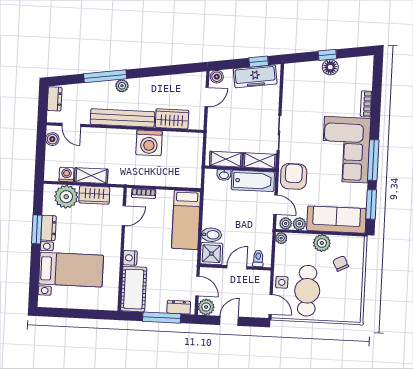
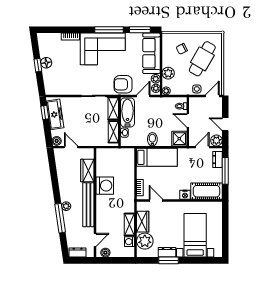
bidet: (211, 235) -> (152, 139), moved
plant: (322, 243) -> (168, 73), moved
cafe table: (307, 291) -> (202, 59), moved, turned -60

